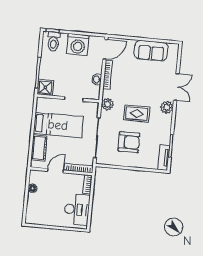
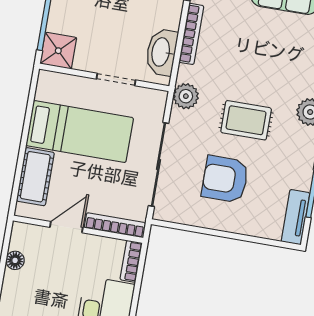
washbasin: (97, 79) -> (161, 52), width x1.91, depth x1.45
armchair: (129, 142) -> (225, 179), turned 180

